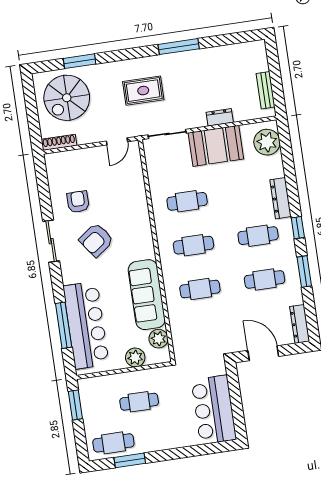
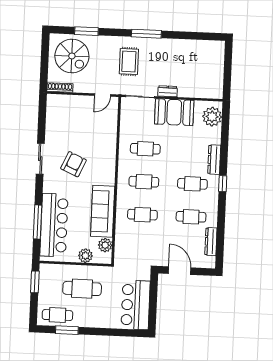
window: (179, 47) -> (146, 34), moved
bench: (265, 90) -> (218, 79), removed
rug: (143, 91) -> (129, 62), turned 90
spiral stairs: (67, 98) -> (72, 56), turned -90
dresser: (220, 117) -> (168, 91), moved
armchair: (78, 202) -> (65, 134), removed
armchair: (96, 240) -> (73, 164), turned 150
window: (304, 272) -> (221, 217), removed
dresser: (300, 324) -> (211, 242), moved
cafe table: (139, 402) -> (82, 289), width x1.37, depth x1.35

